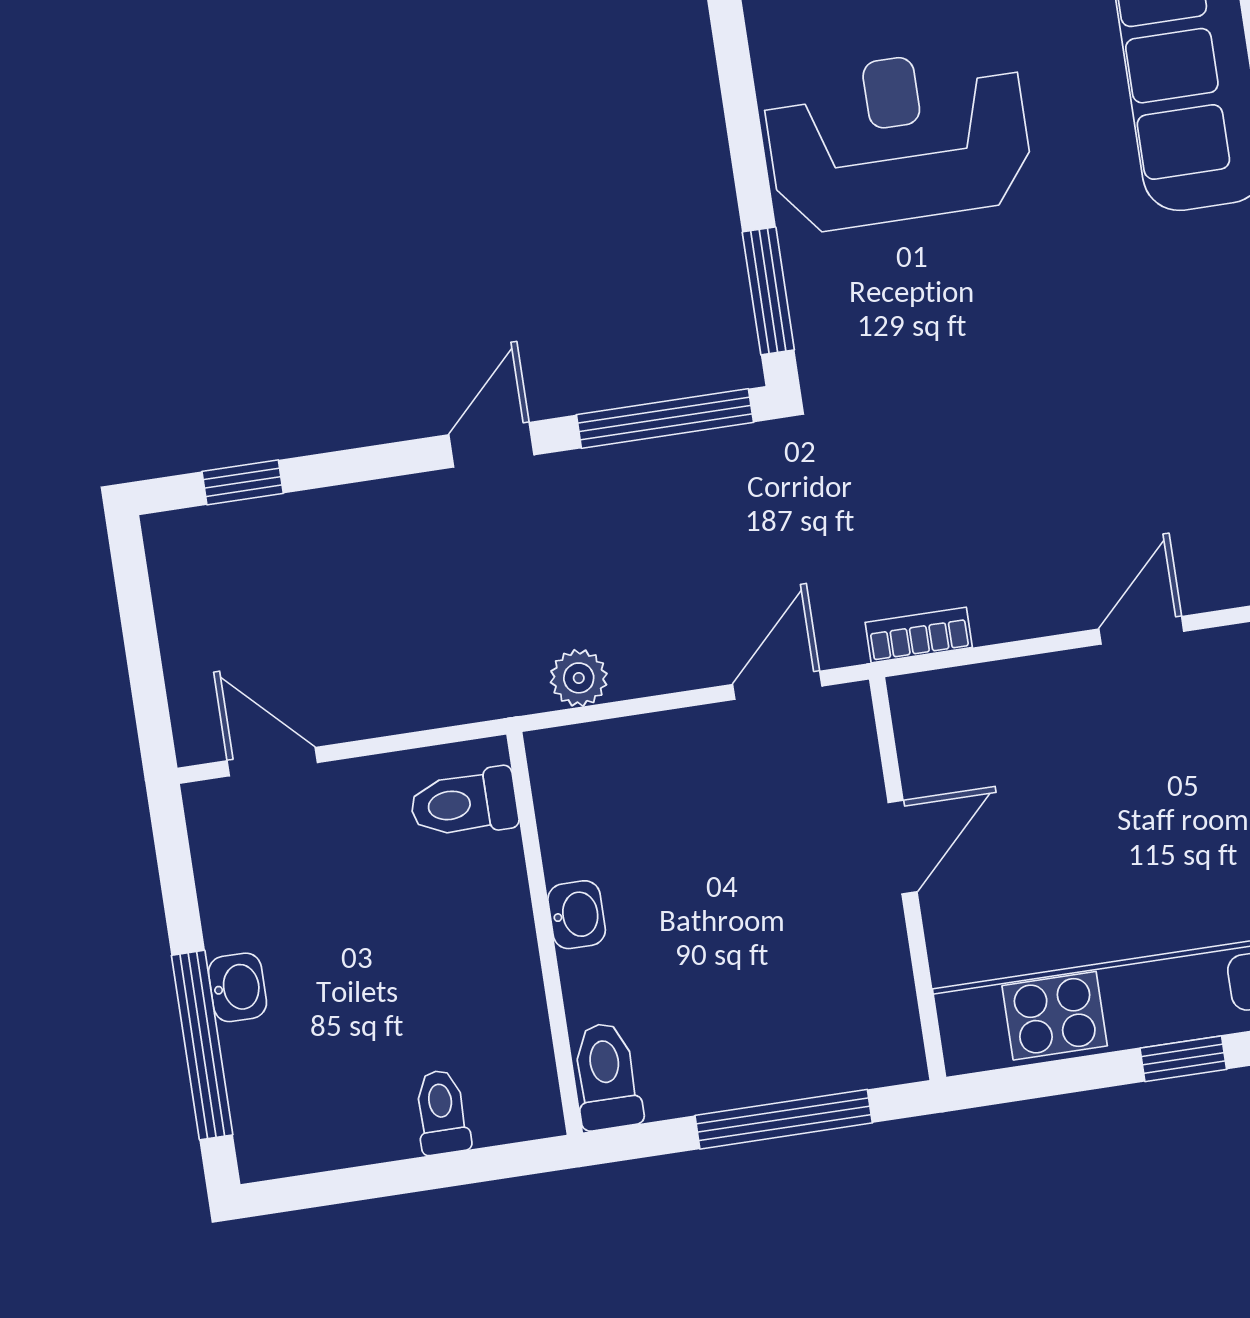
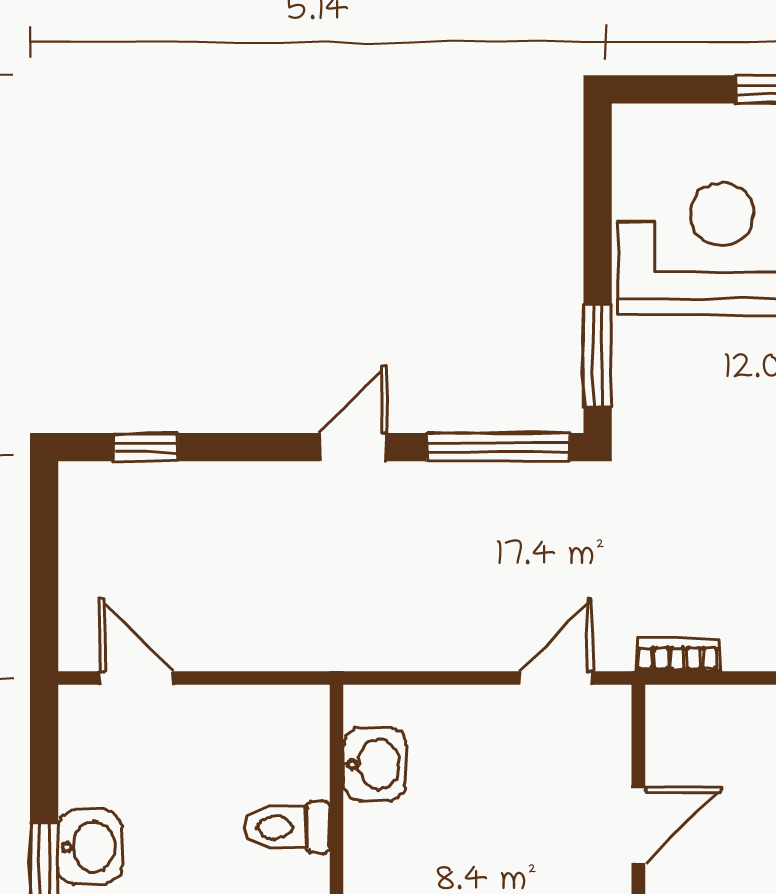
plant: (579, 678) -> (396, 648), removed
toilet: (464, 803) -> (287, 827), moved
washbasin: (577, 915) -> (375, 764), moved, width x1.38, depth x1.45
washbasin: (237, 987) -> (90, 847), width x1.38, depth x1.45

